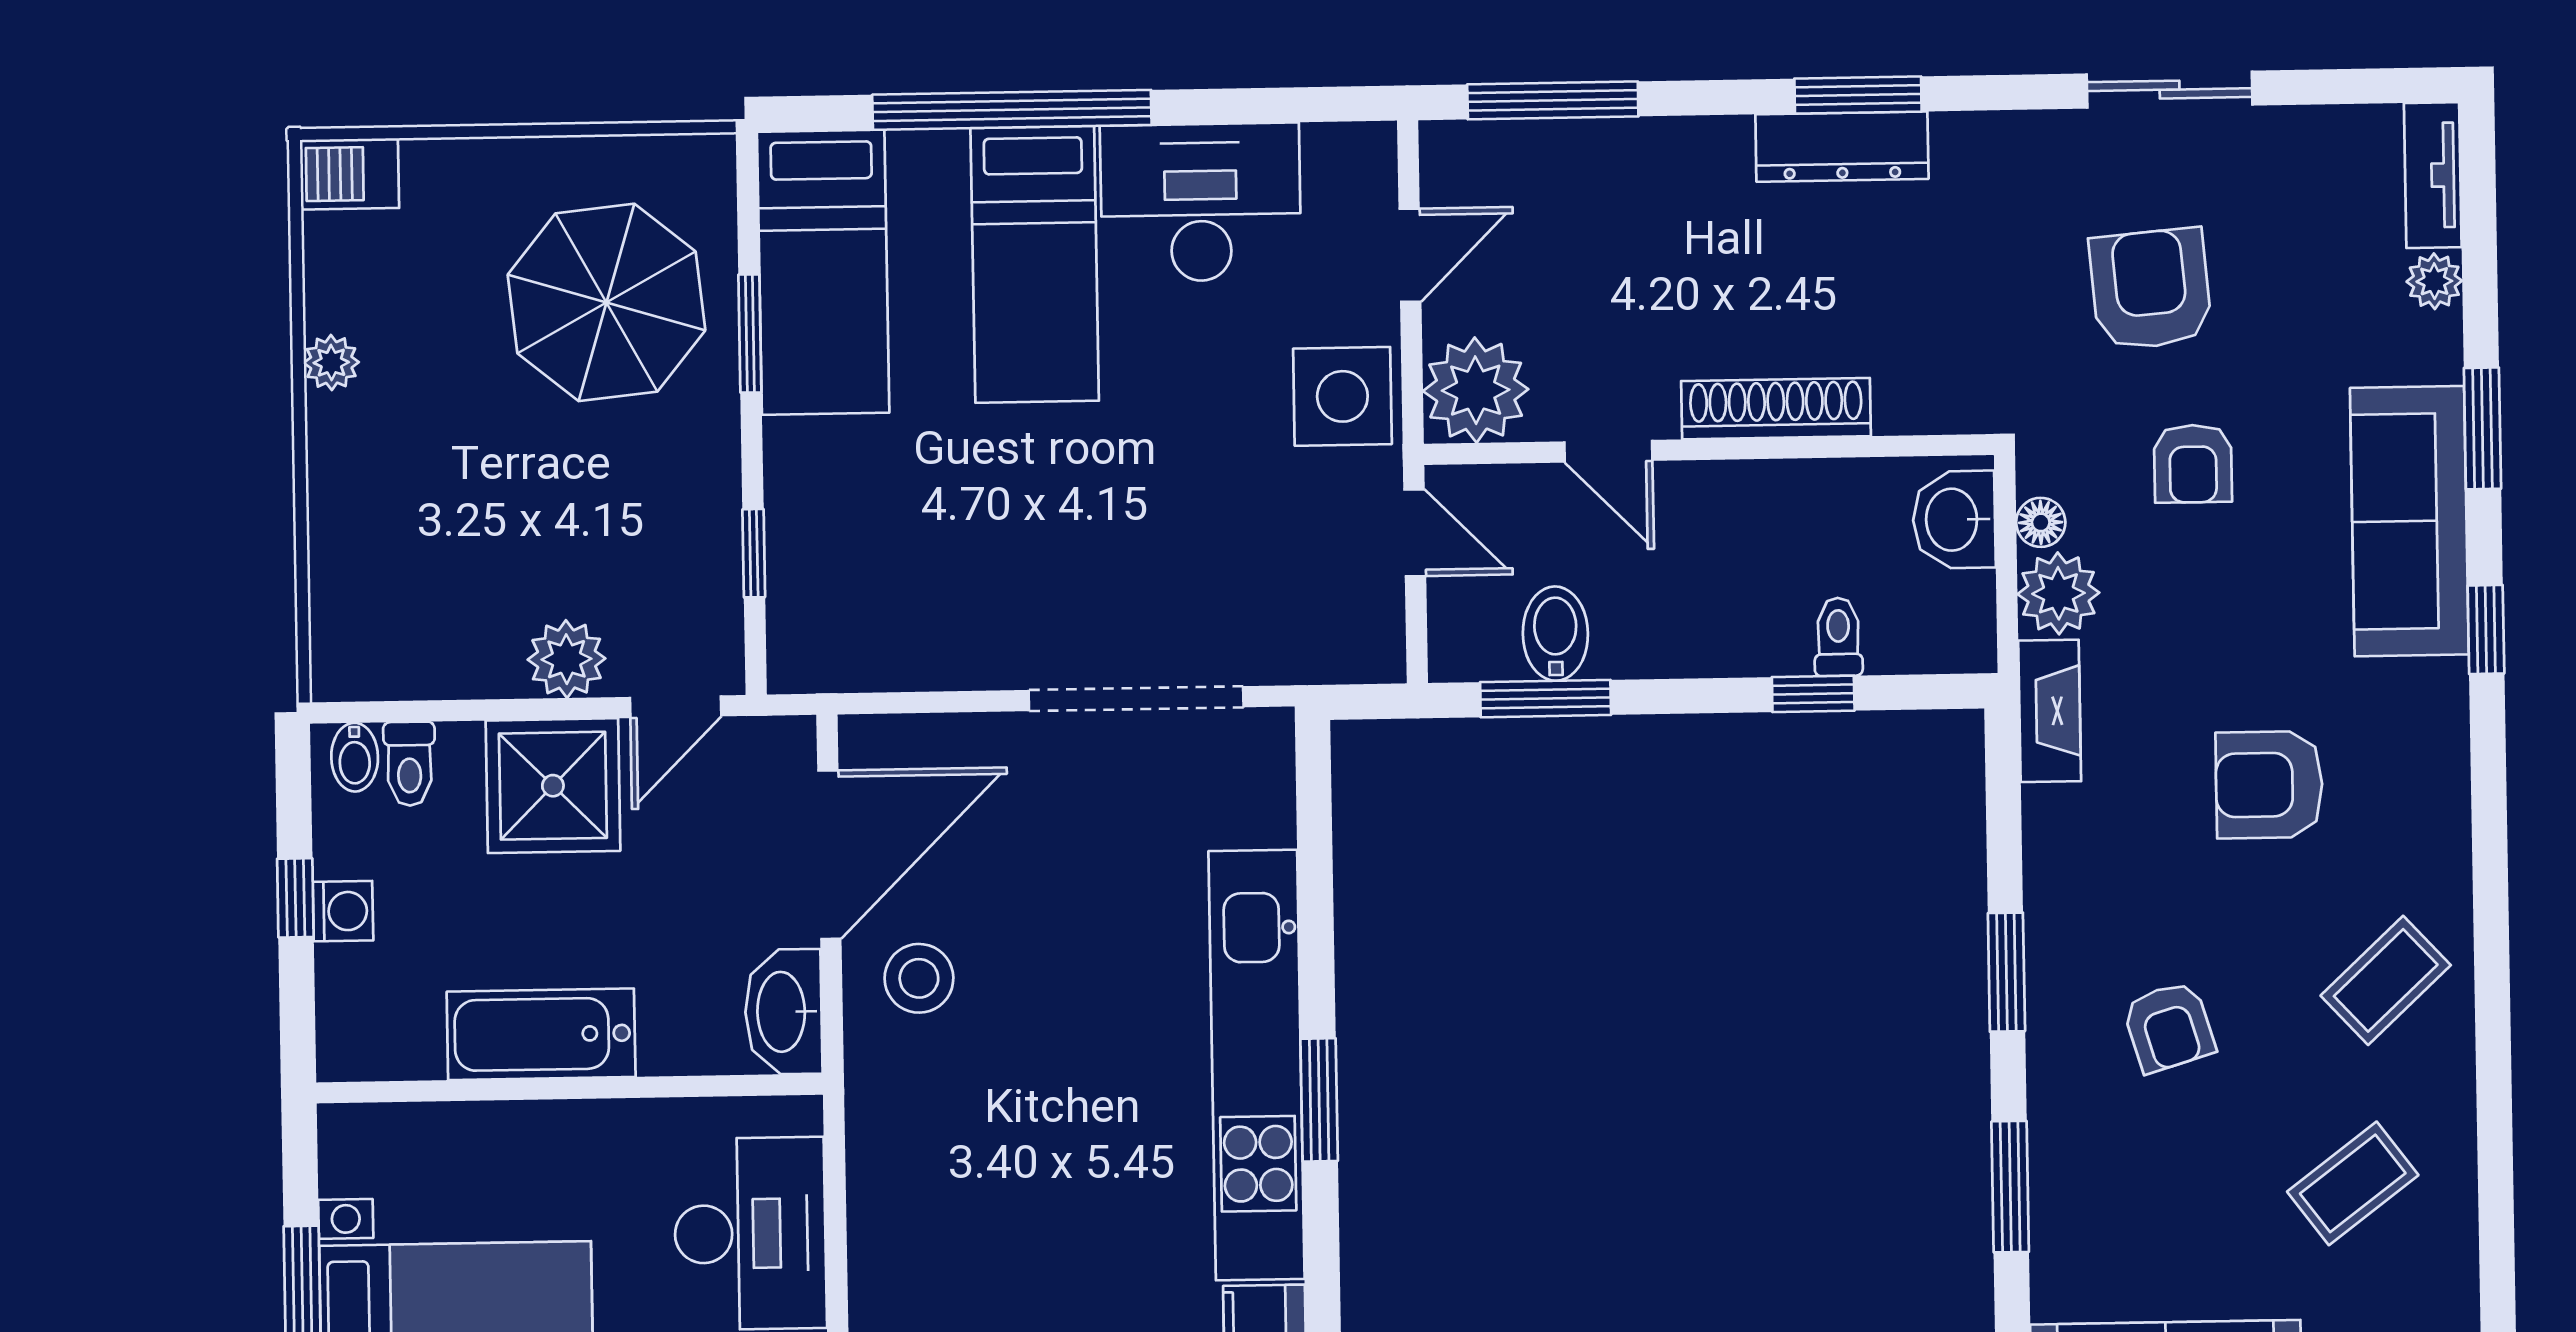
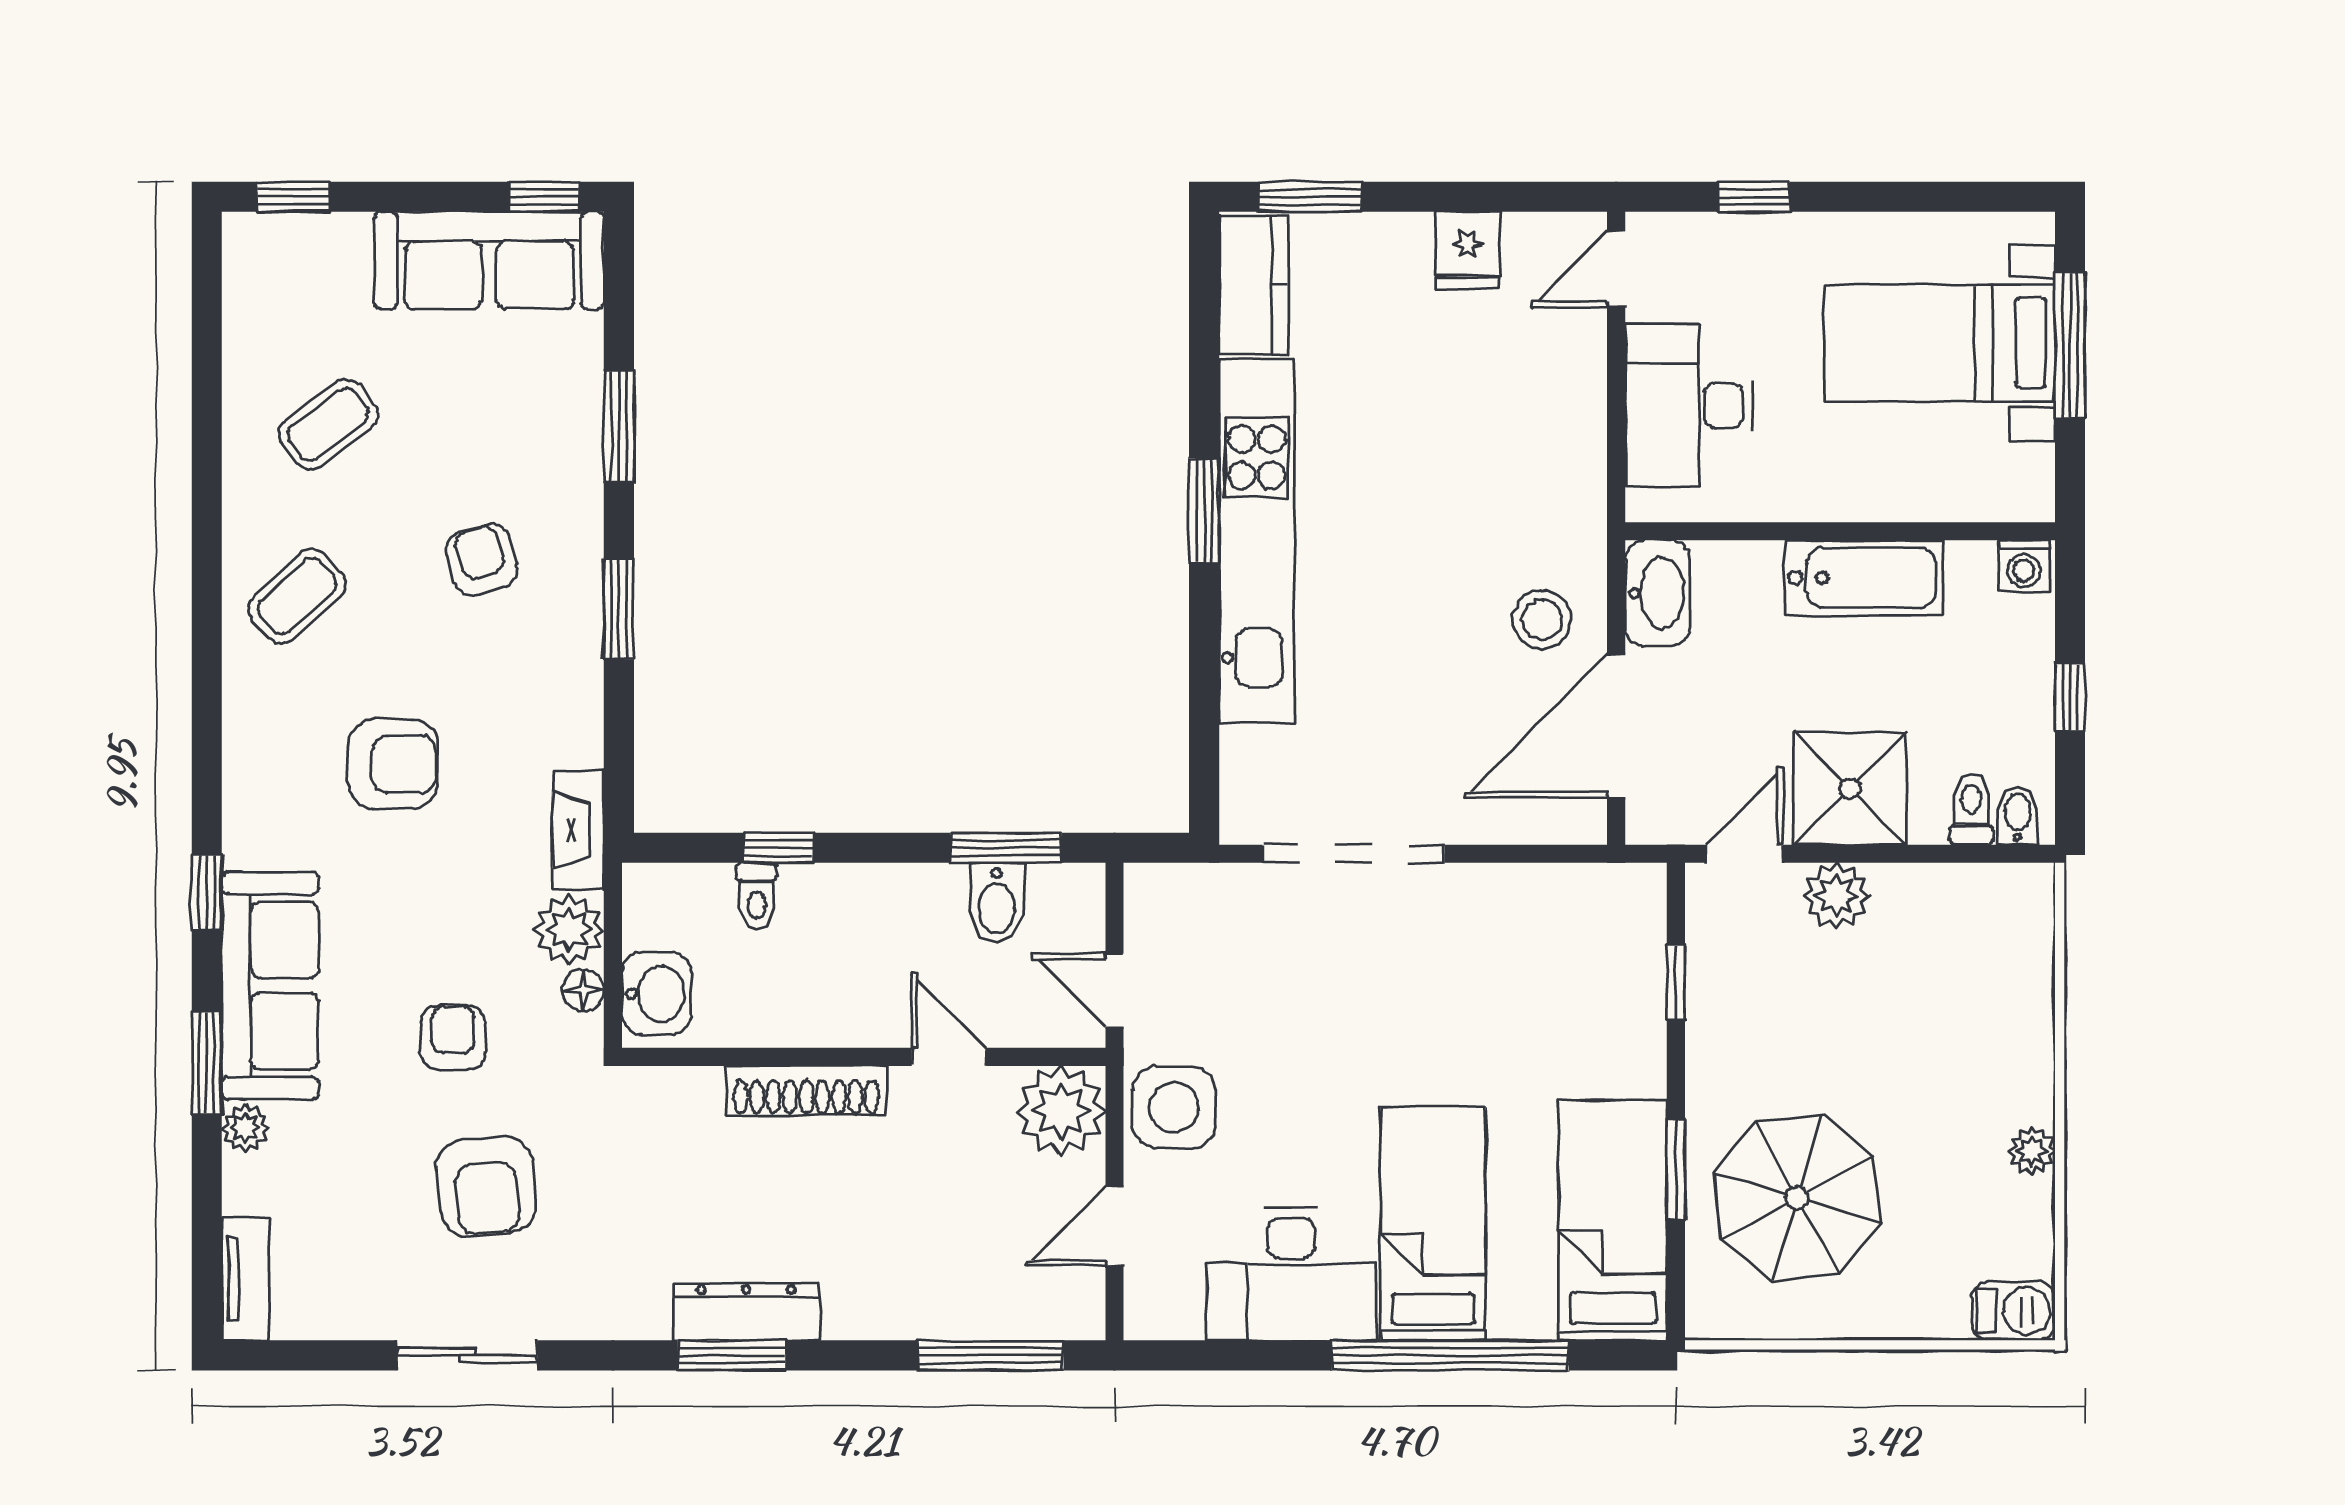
plant: (2434, 281) -> (245, 1128), moved
washing machine: (343, 911) -> (2024, 566), moved, turned -90

